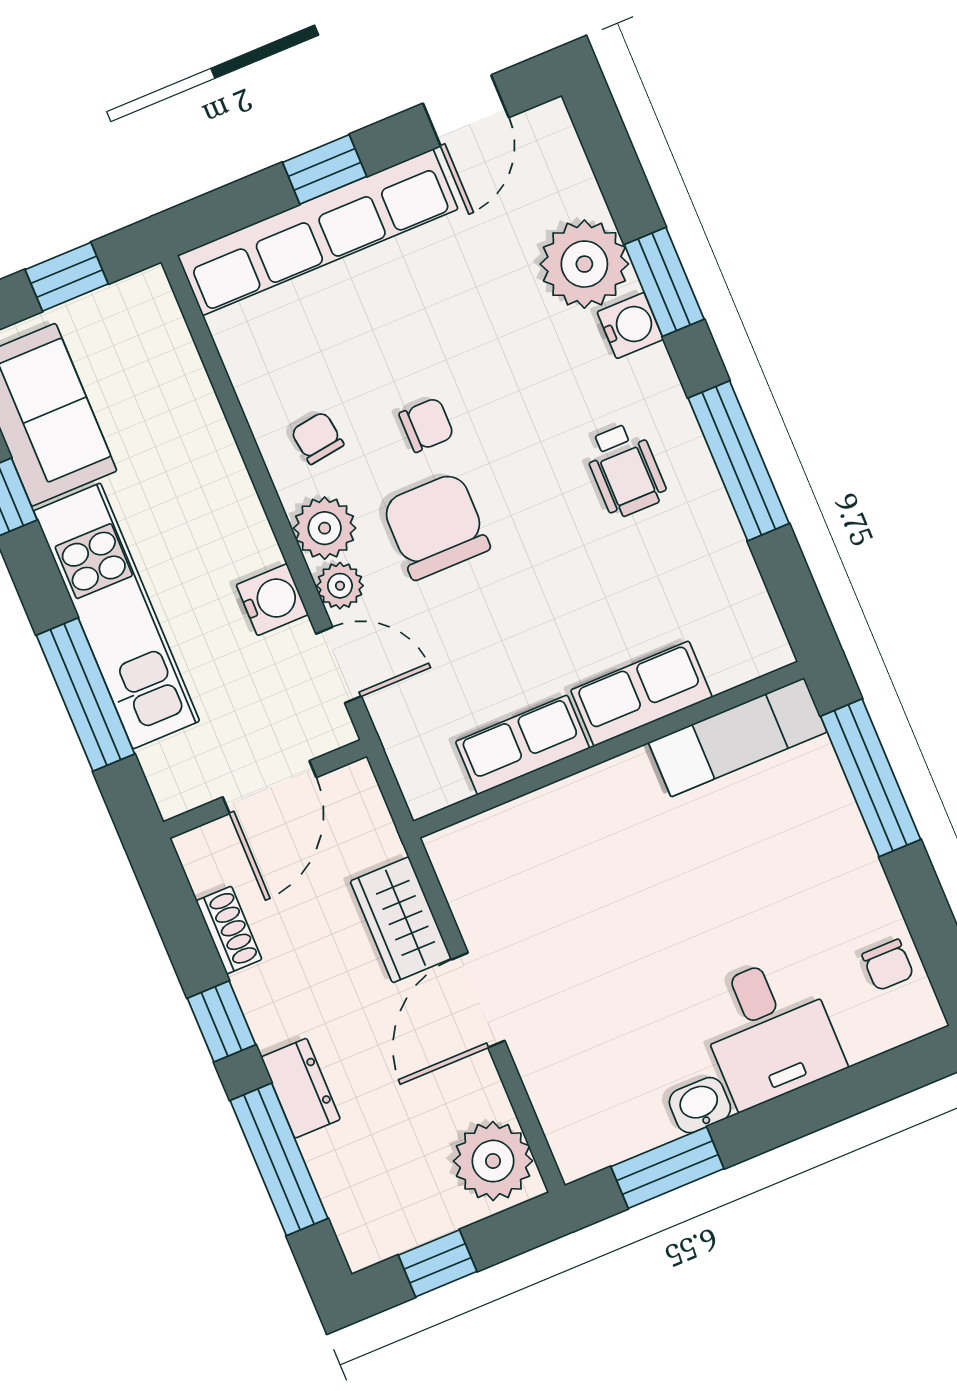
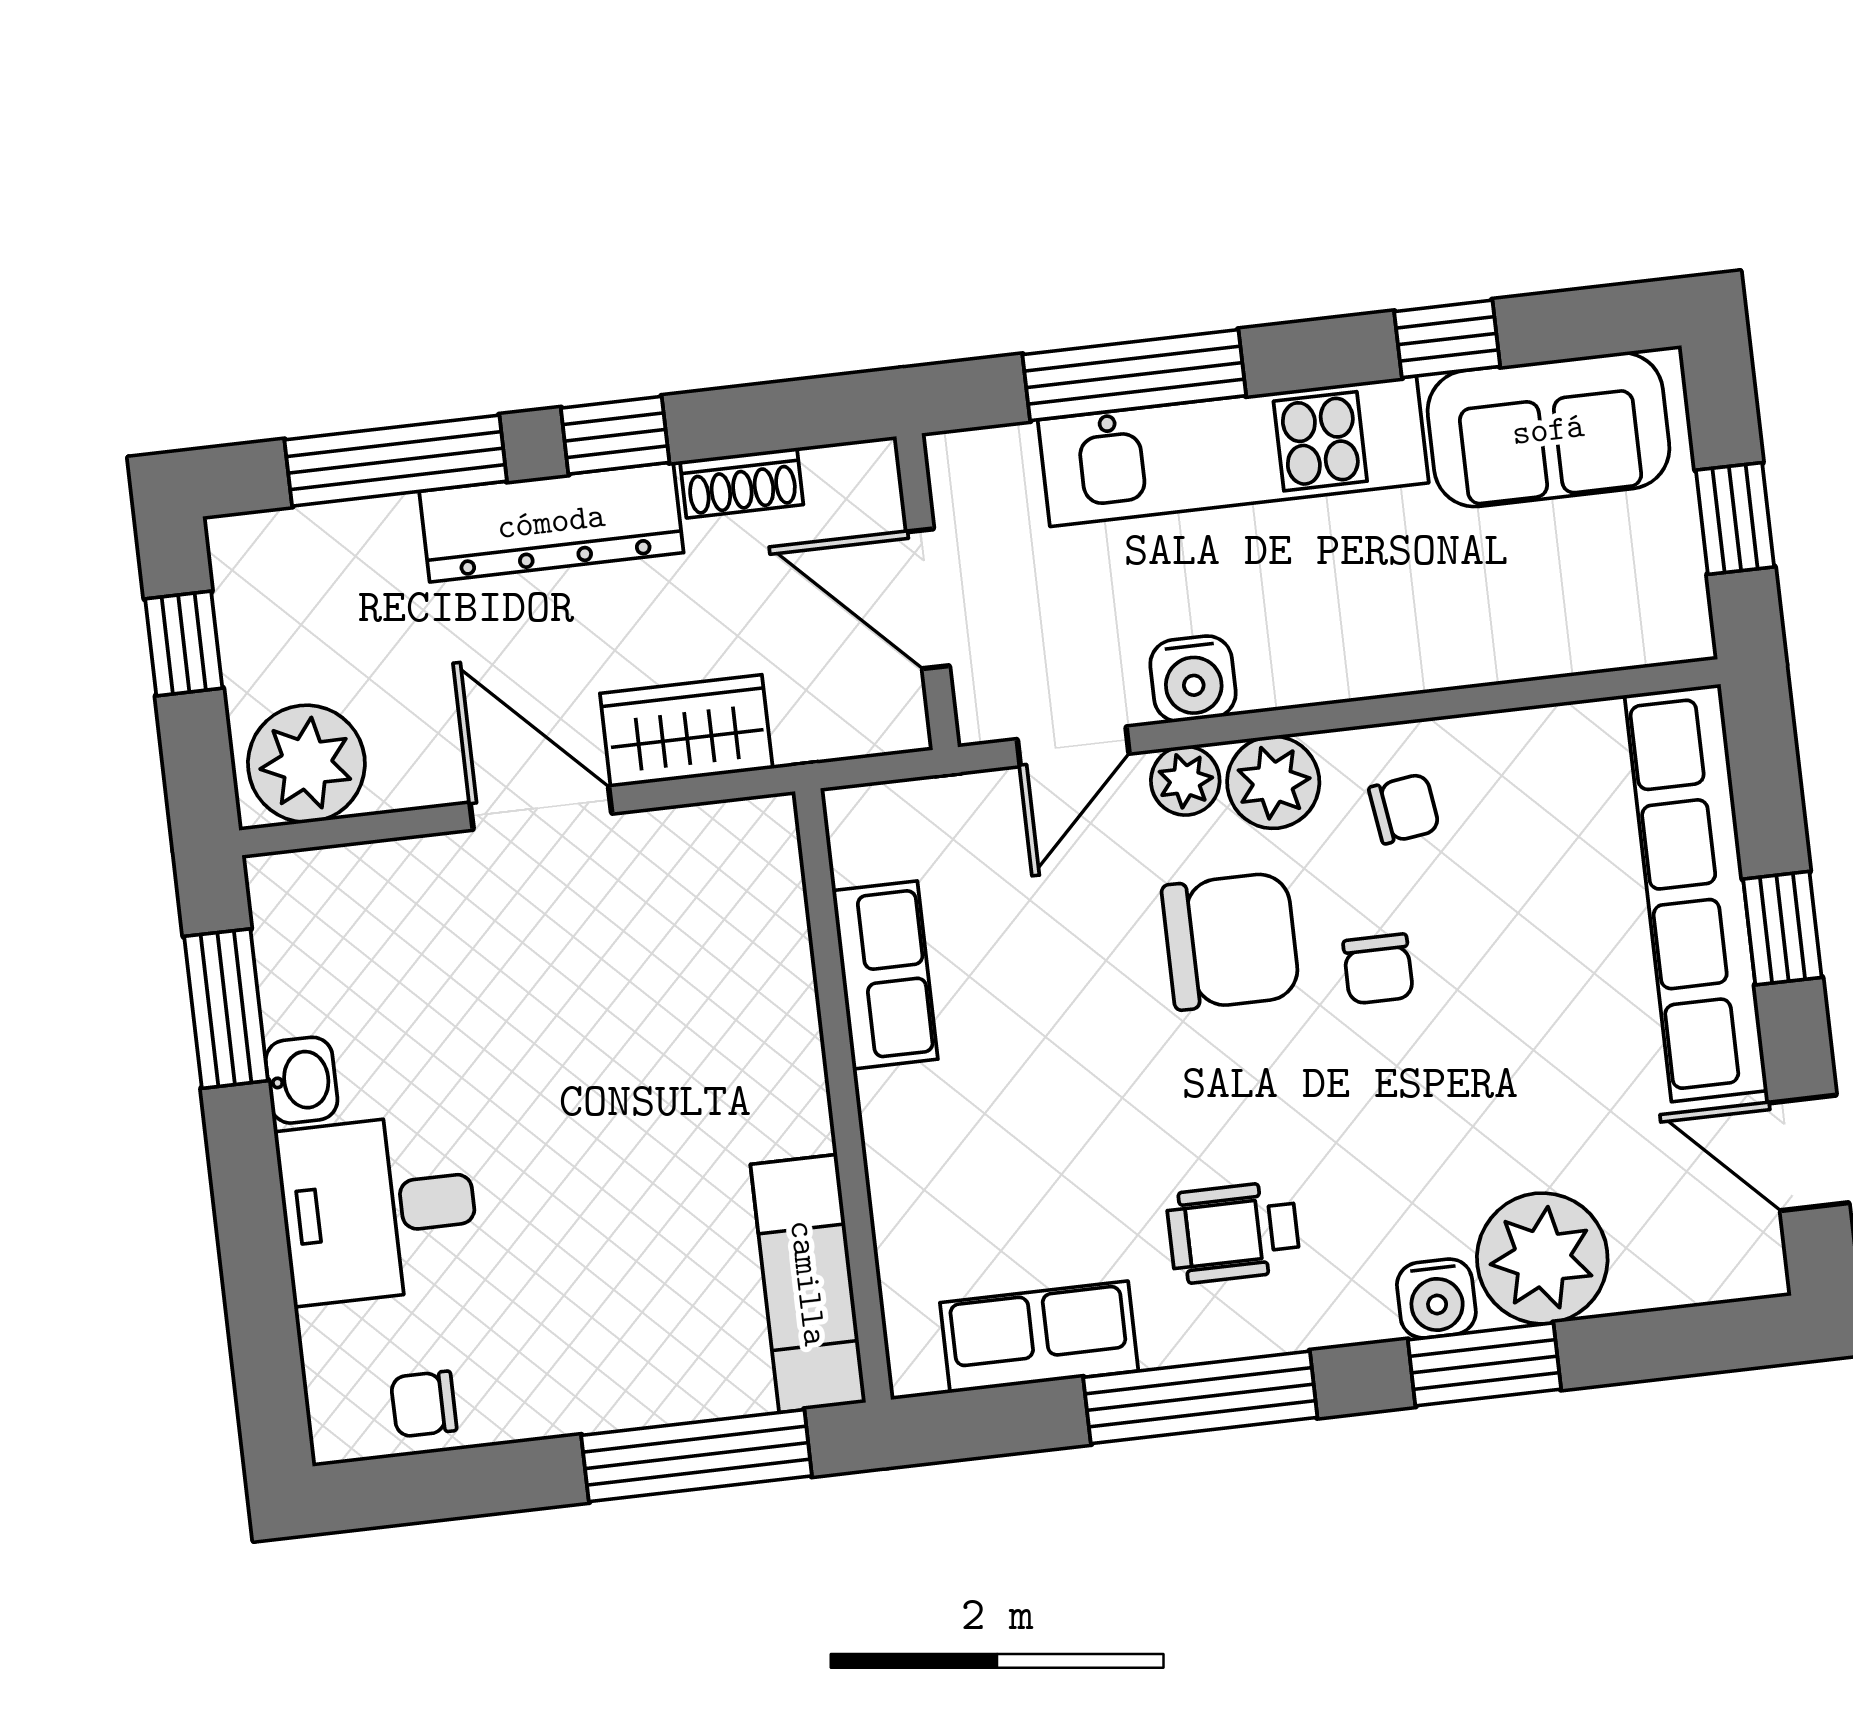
row of seats: (641, 694) -> (1039, 1337), moved, turned -90
dresser: (301, 1088) -> (551, 522), width x1.96, depth x1.24

